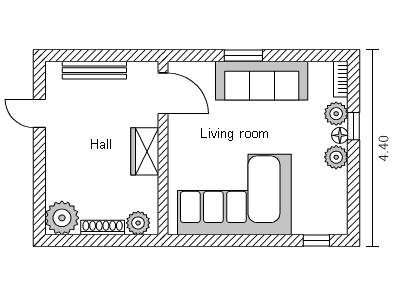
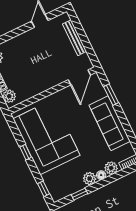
window: (243, 55) -> (111, 95), moved
window: (354, 126) -> (79, 194), moved
wardrobe: (145, 151) -> (46, 82), removed
window: (242, 240) -> (26, 152), added

